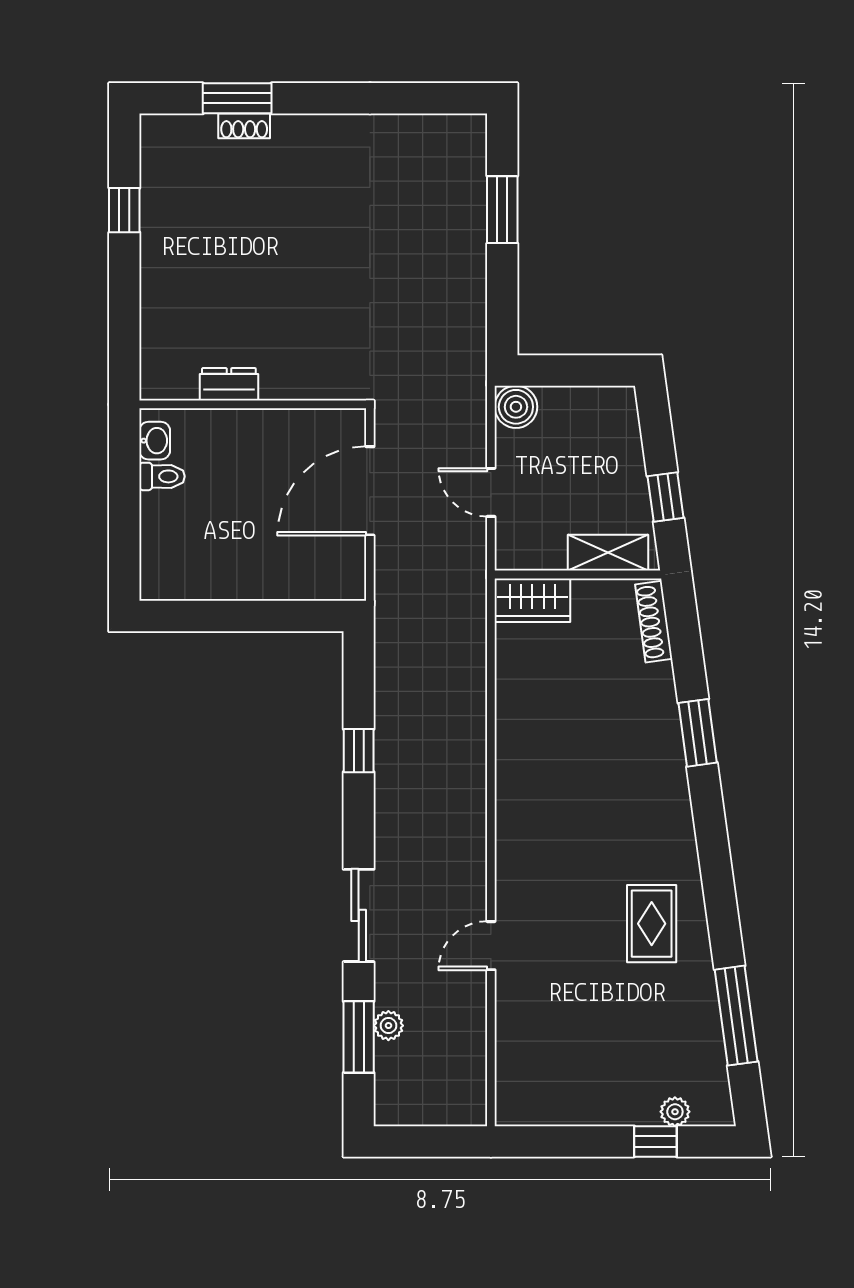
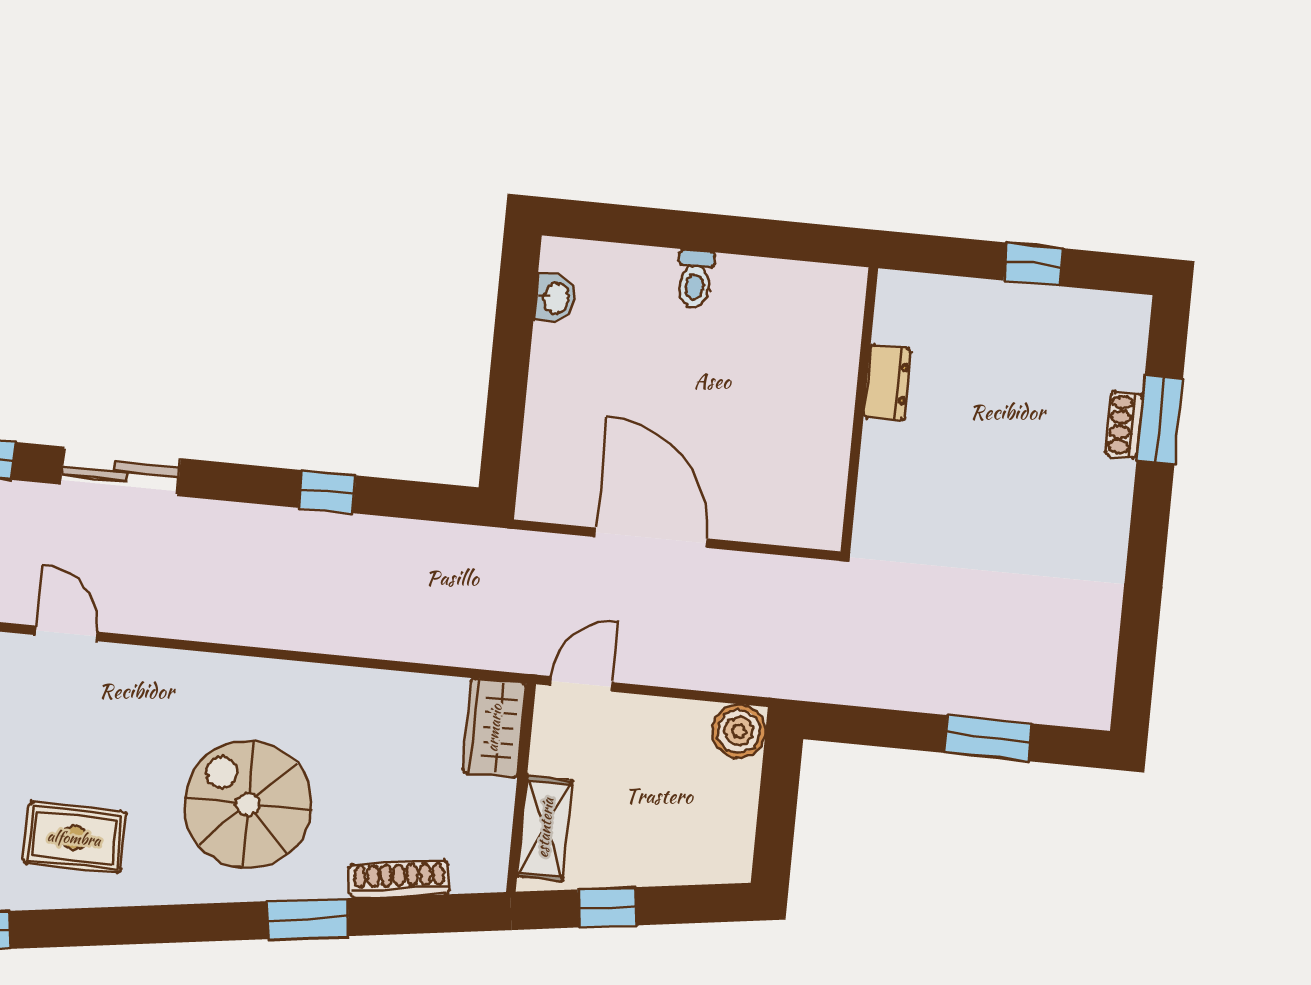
dresser: (229, 384) -> (887, 383), moved
wall: (253, 404) -> (859, 410), moved
washbasin: (155, 441) -> (555, 298), moved, turned -90
door: (491, 492) -> (581, 684), moved
shoe rack: (654, 622) -> (399, 879), moved
spiral stairs: (612, 789) -> (248, 804), added

